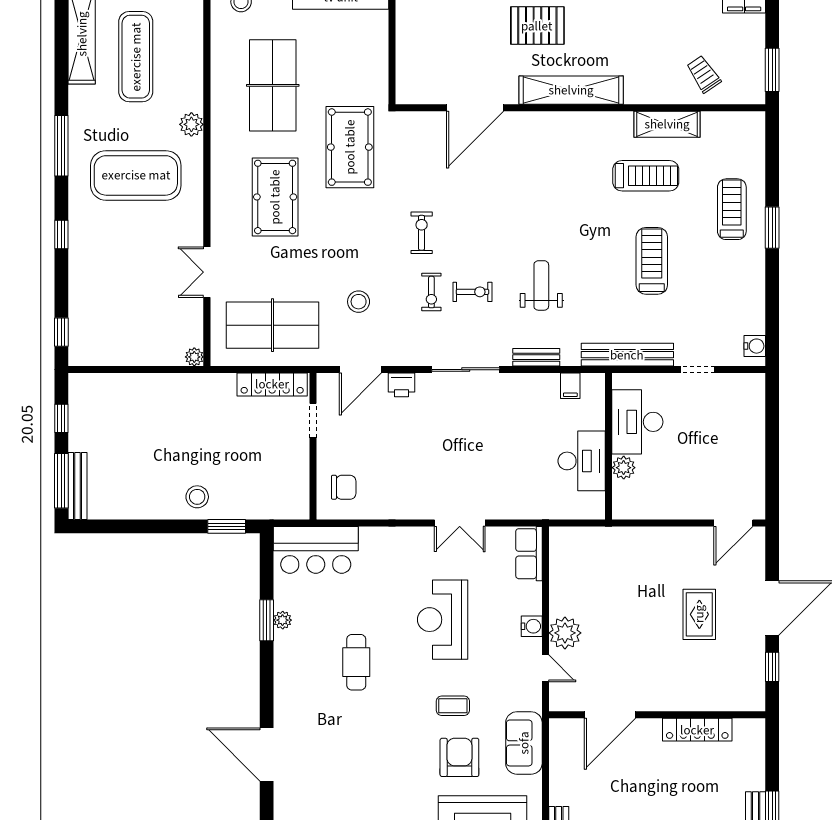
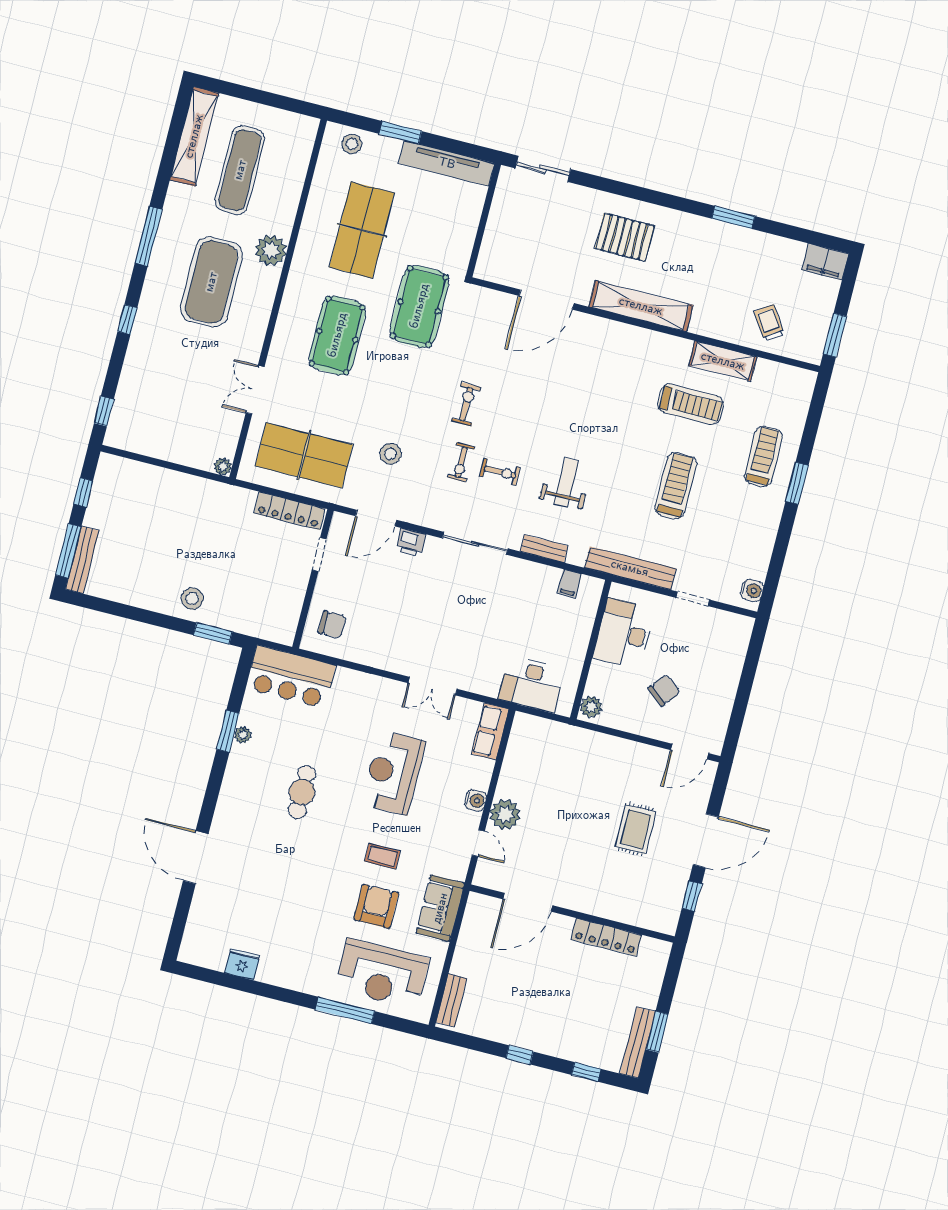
plant: (191, 124) -> (271, 250), width x1.36, depth x1.36
exercise mat: (136, 175) -> (211, 282), turned 90
desk: (582, 461) -> (532, 684), moved, turned 90
plant: (624, 468) -> (591, 707), moved
chair: (692, 468) -> (664, 690), added

